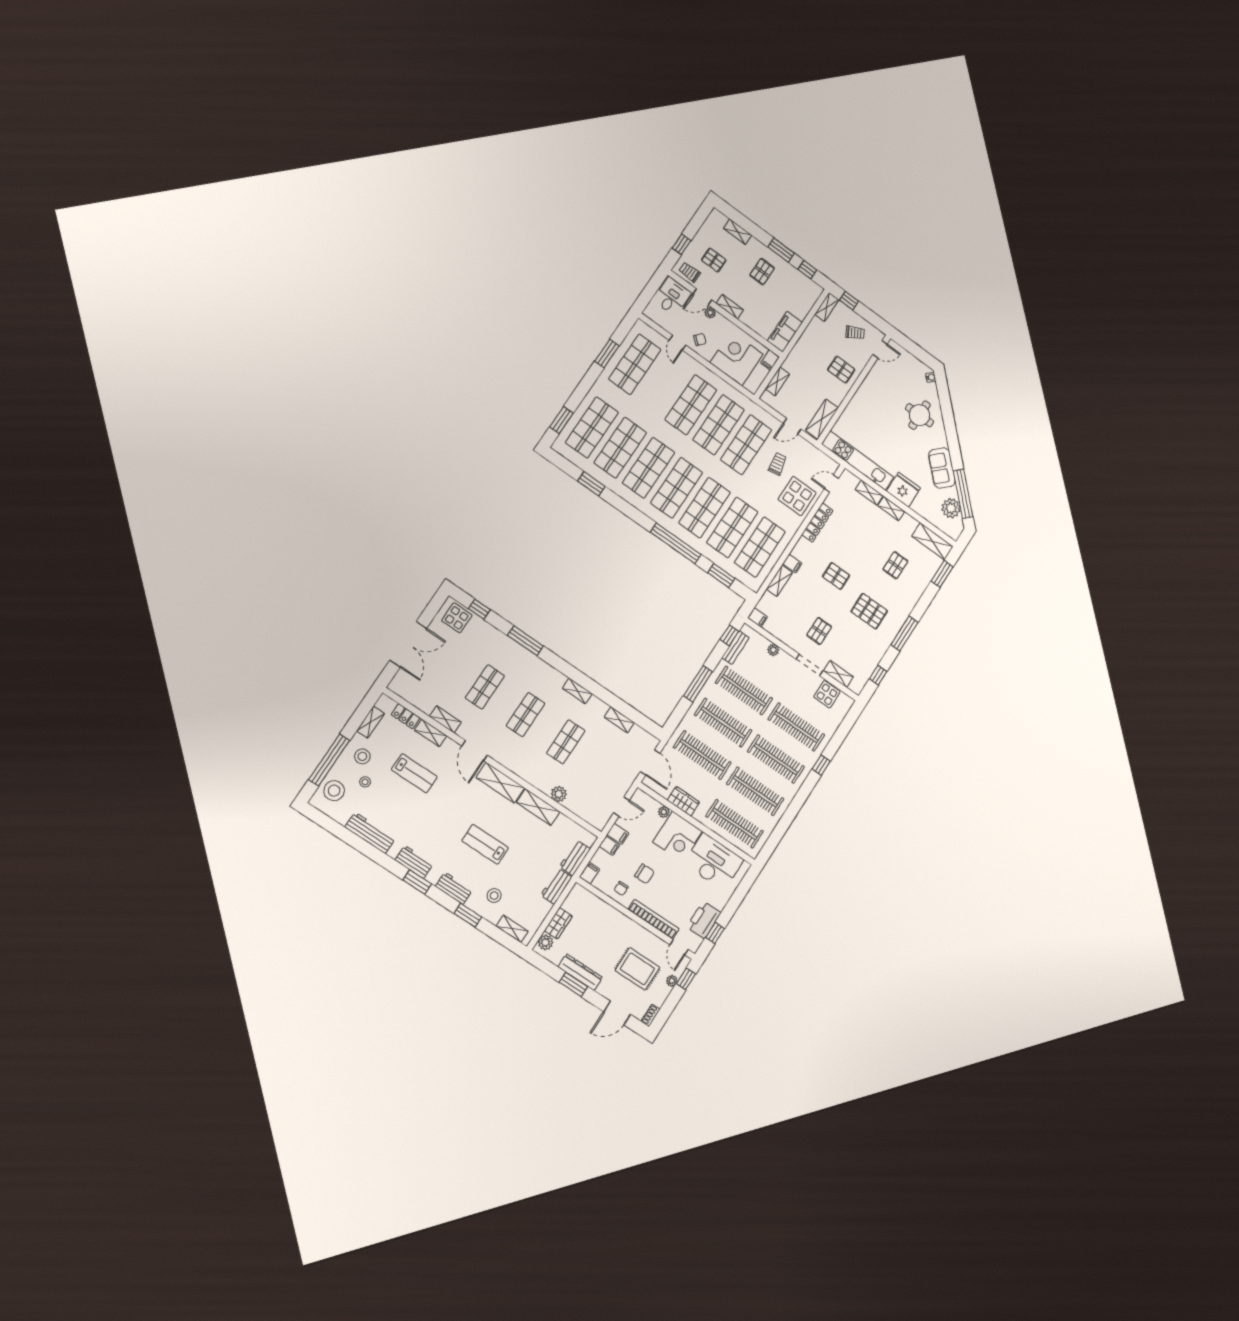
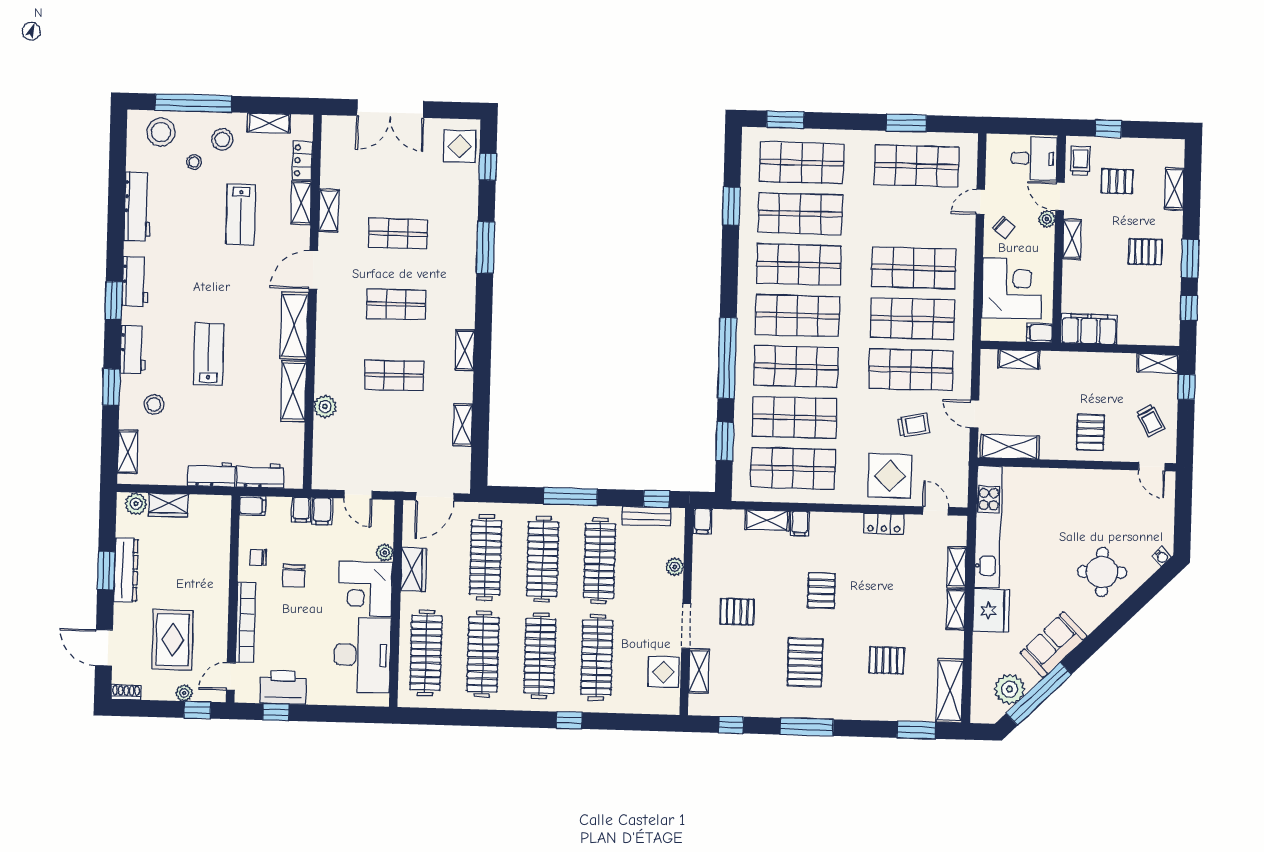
pallet: (714, 260) -> (1117, 181), turned 90
locker: (817, 523) -> (884, 524), width x0.66

